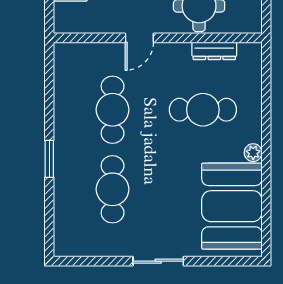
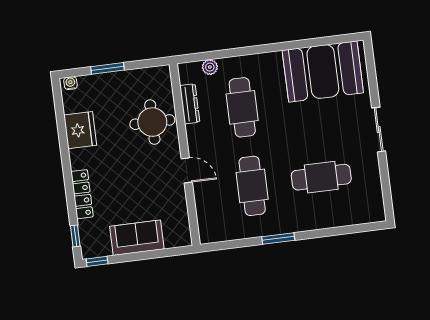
cafe table: (113, 110) -> (252, 186), turned 90
plant: (253, 153) -> (210, 67), moved
window: (49, 159) -> (278, 238), moved

